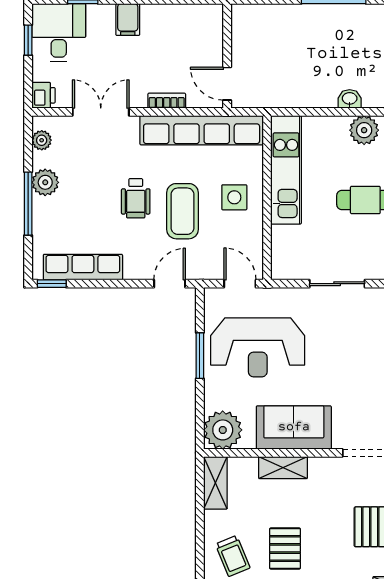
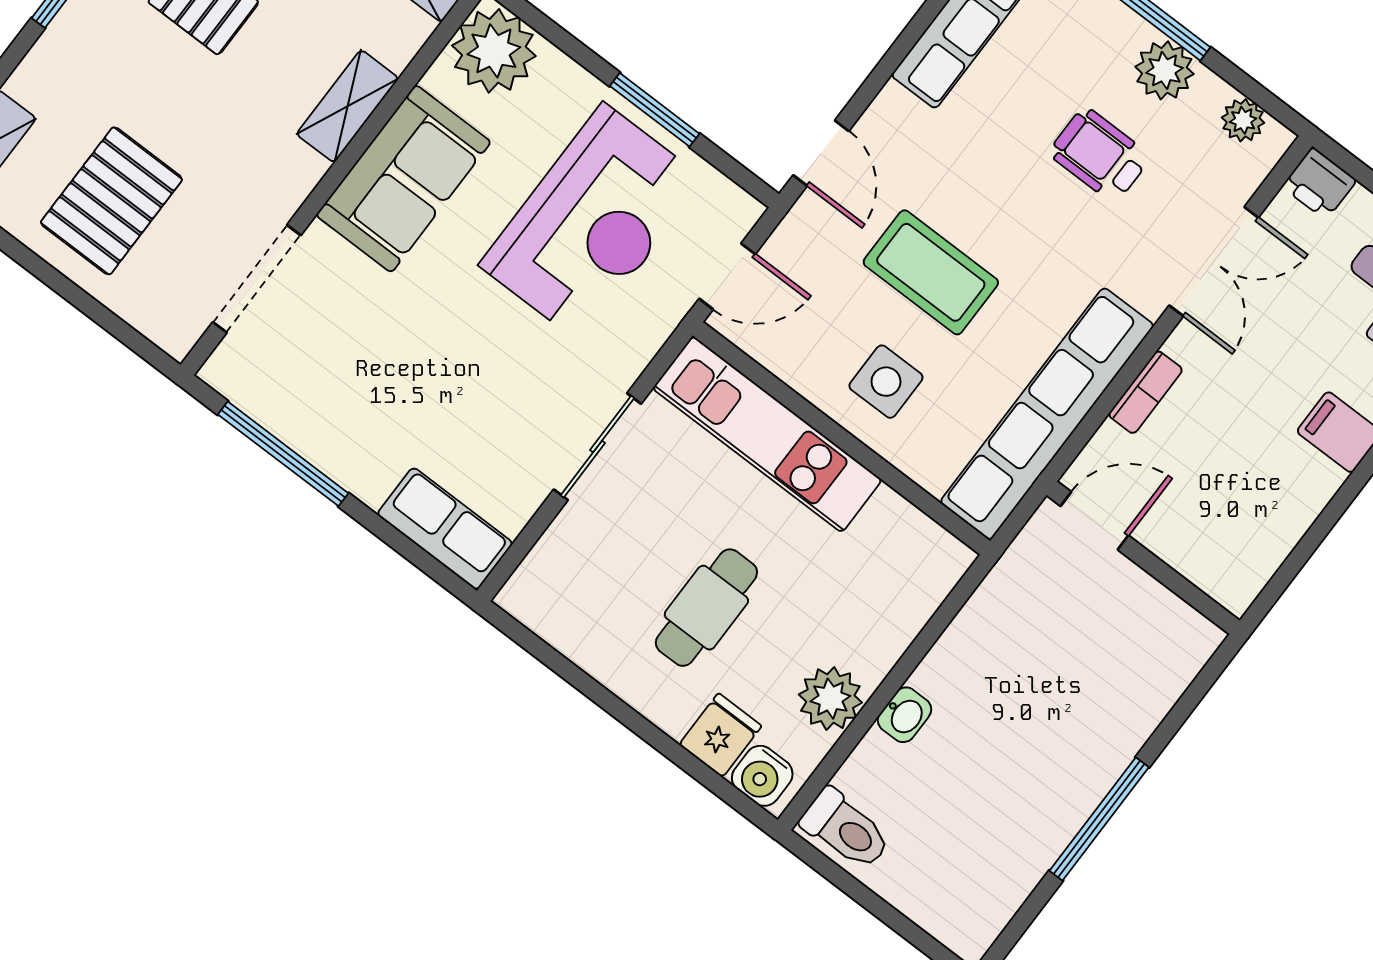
kitchen unit: (286, 170) -> (767, 434), moved
wheelchair: (136, 198) -> (1100, 155), moved
reception desk: (258, 347) -> (592, 222), turned 180

